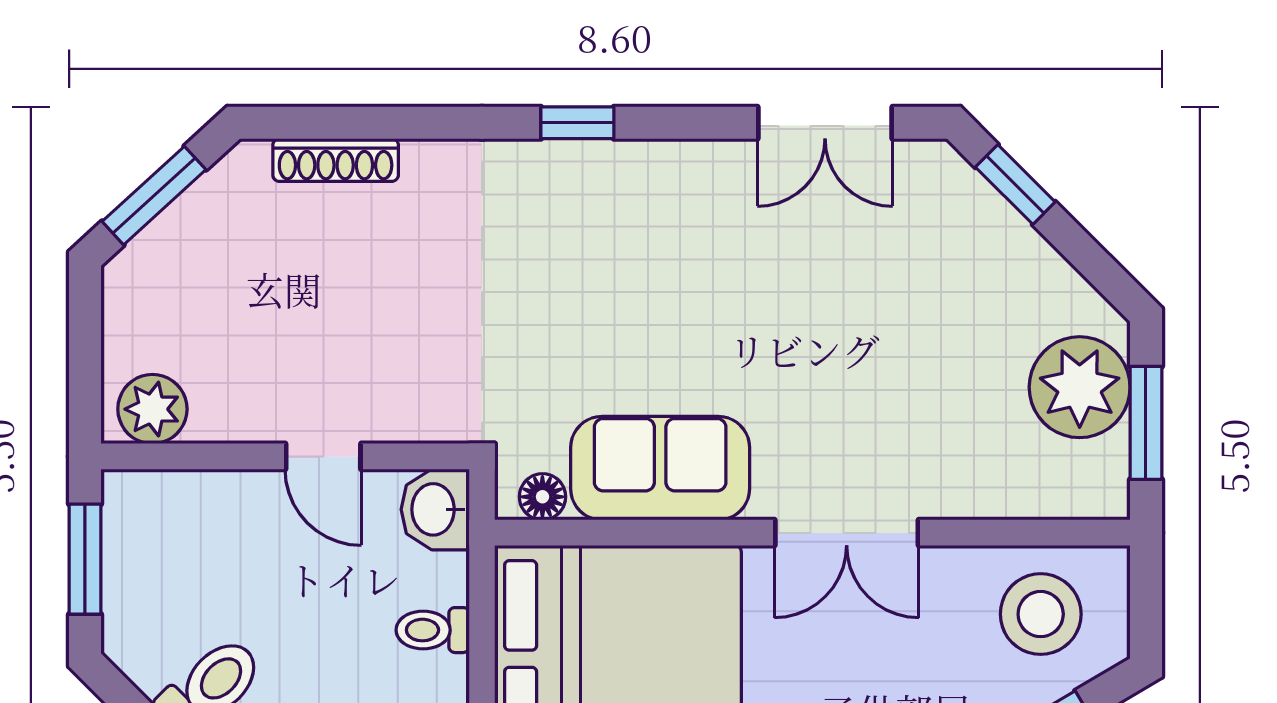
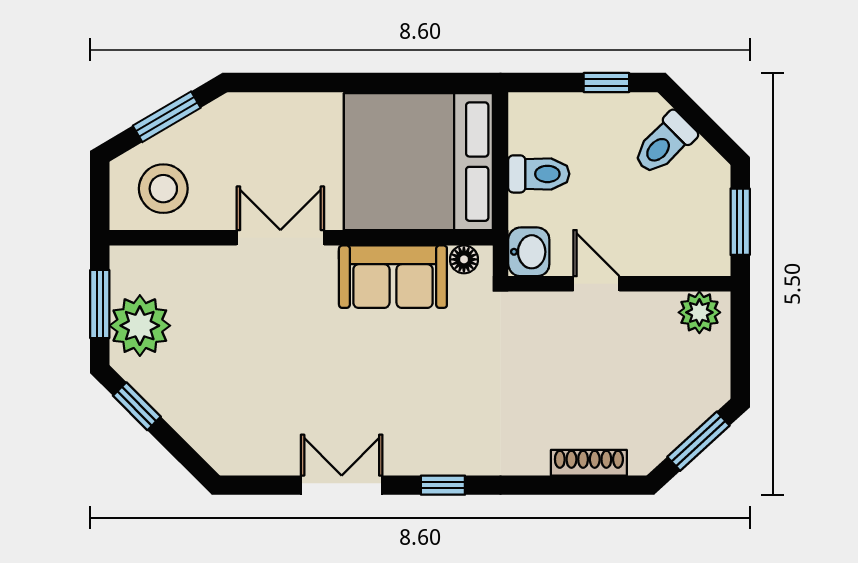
double door: (825, 123) -> (342, 485), moved
window: (1015, 184) -> (137, 406), moved
toilet: (433, 630) -> (539, 174), width x1.37, depth x1.39

